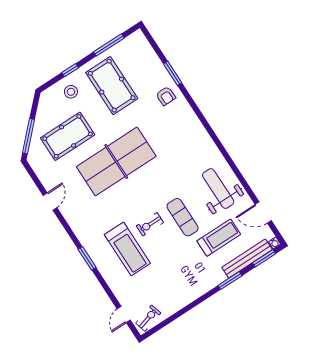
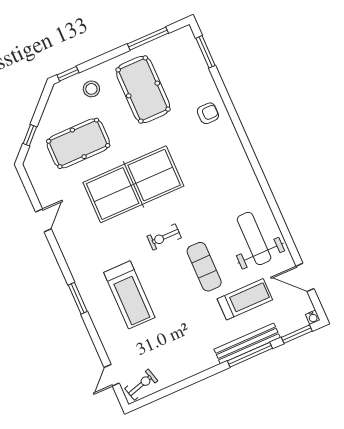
window: (70, 70) -> (68, 74), moved
window: (173, 73) -> (206, 52), moved
armchair: (166, 96) -> (208, 113), turned -89
window: (29, 136) -> (30, 135), width x0.46
exercise bike: (150, 224) -> (164, 237), moved
bench: (247, 258) -> (247, 343), moved
window: (230, 281) -> (250, 355), width x1.44

